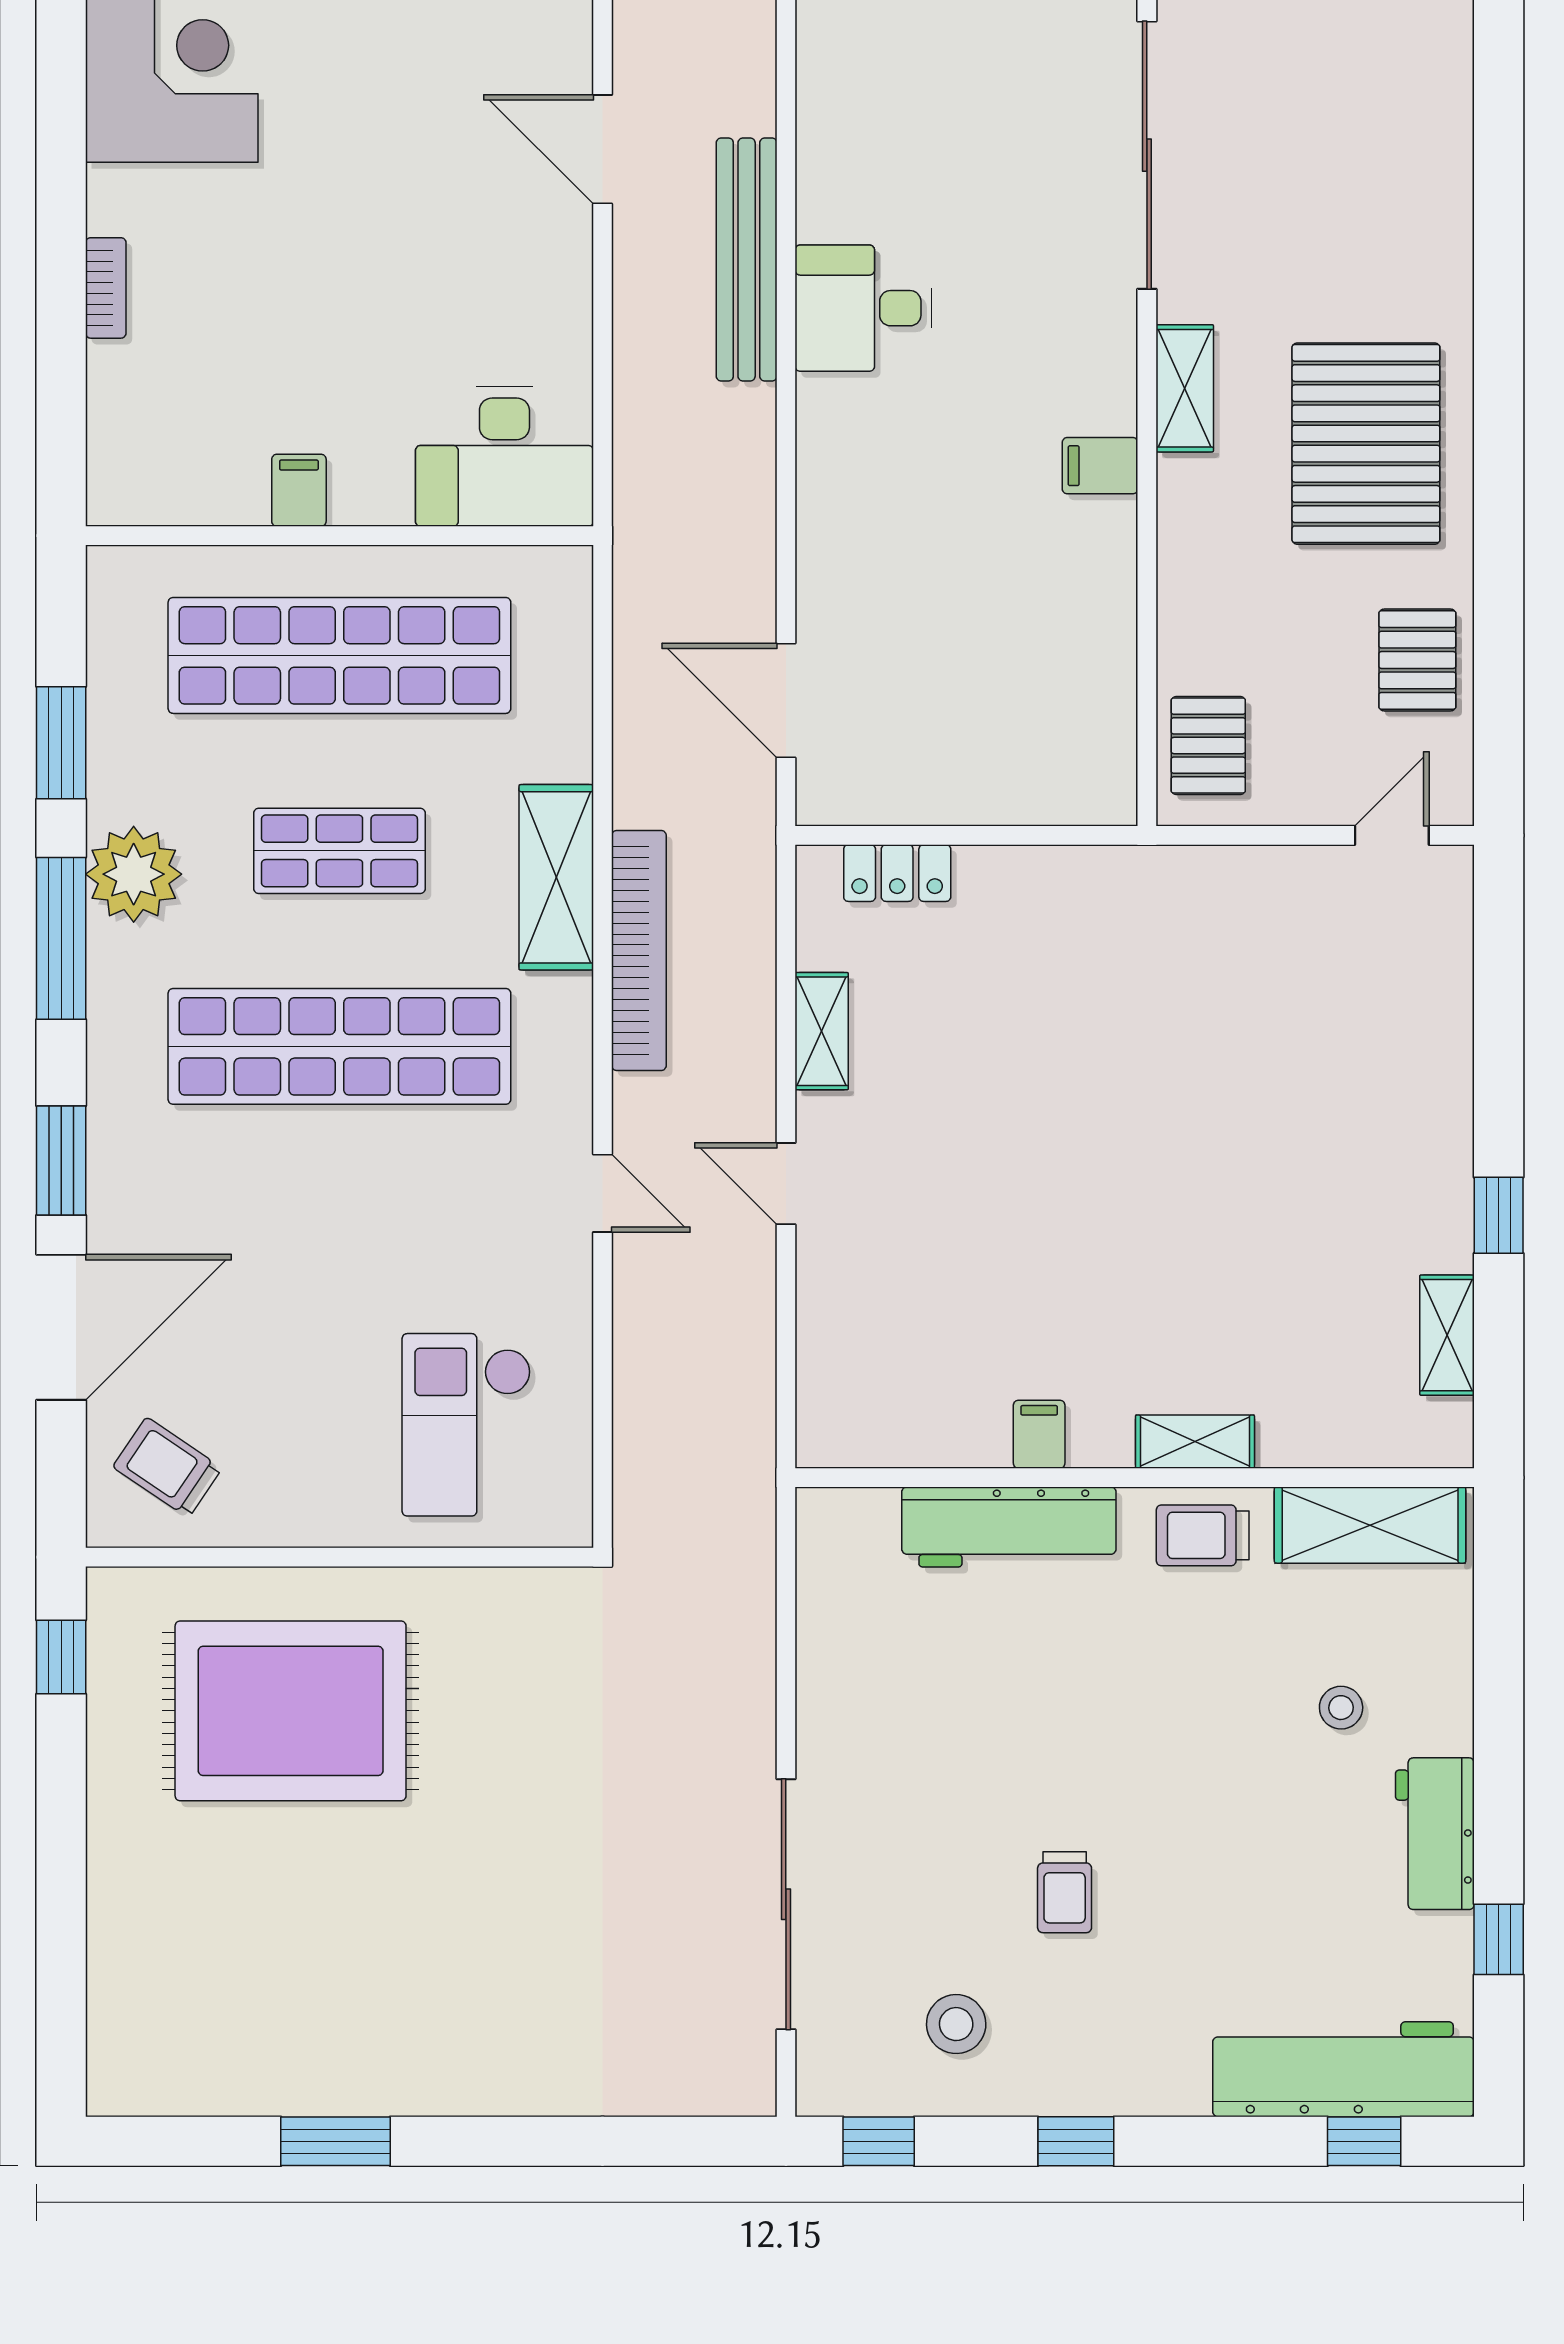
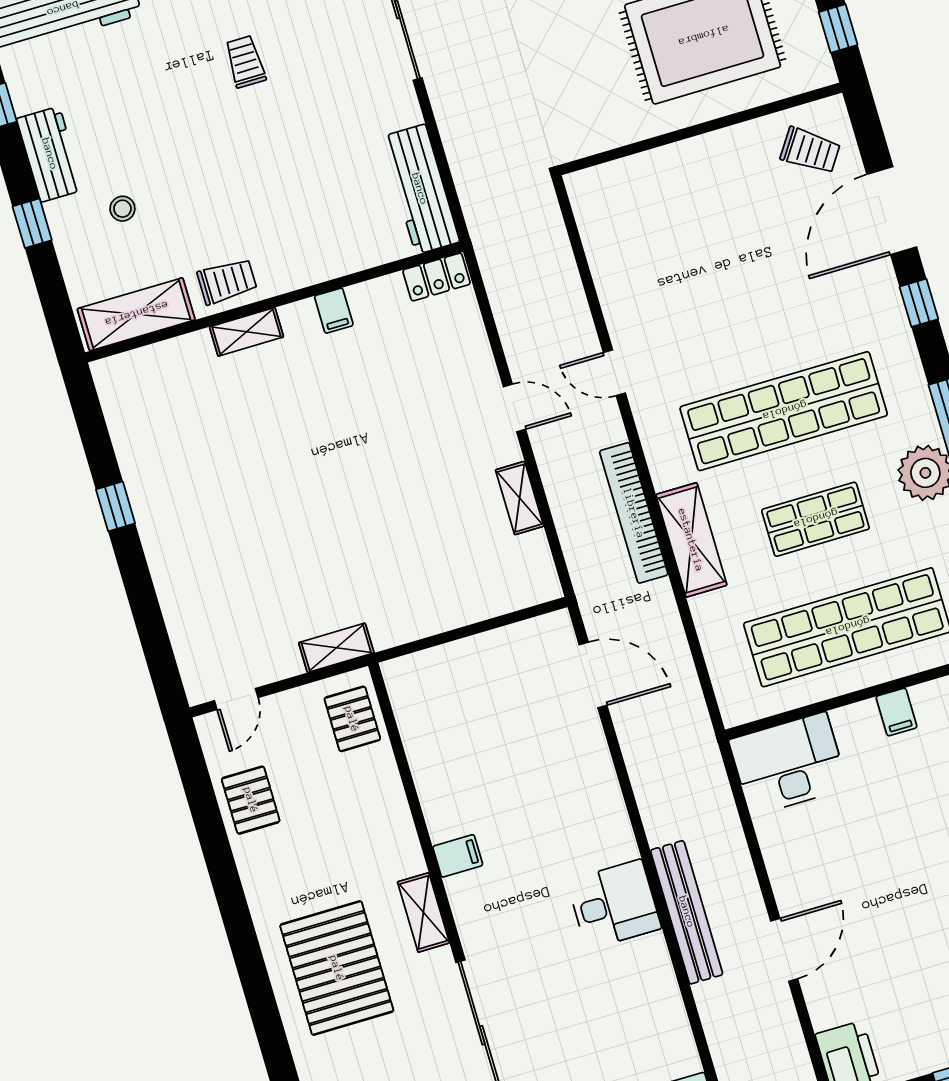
door: (602, 149) -> (784, 950), hinge flipped
pallet: (1366, 444) -> (337, 968), moved
locker: (897, 873) -> (437, 277), moved, turned 180
window: (61, 1160) -> (919, 303), width x0.67
shelving: (1447, 1335) -> (336, 648), moved, turned 90
checkout: (466, 1425) -> (652, 223), removed
workbench: (1009, 1527) -> (420, 189), moved, turned -90
window: (1499, 1728) -> (32, 223), added

